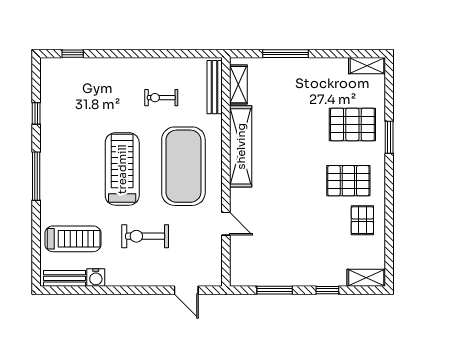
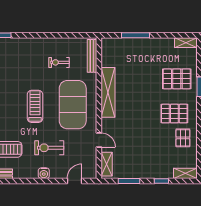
shelving: (238, 85) -> (107, 164), moved
treadmill: (122, 169) -> (35, 106), width x0.73, depth x0.73
water cooler: (96, 278) -> (44, 173), moved
door: (186, 290) -> (74, 181), swing flipped

